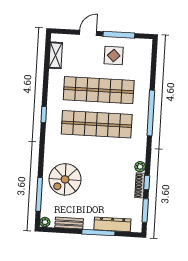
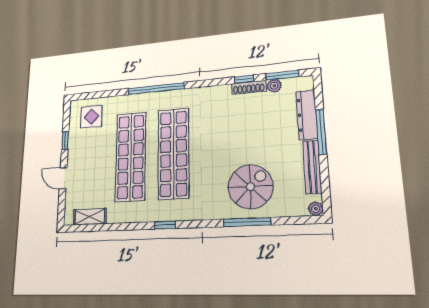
window: (119, 35) -> (65, 141), width x0.46
display table: (114, 55) -> (91, 117), moved
plant: (140, 167) -> (274, 86), moved
spiral stairs: (65, 179) -> (250, 187), turned -90
window: (39, 194) -> (247, 222), moved
bench: (69, 223) -> (312, 167), width x1.36

